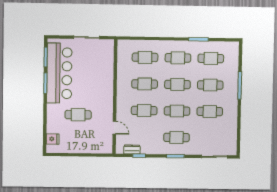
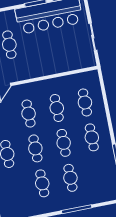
cafe table: (211, 58) -> (99, 172), removed

